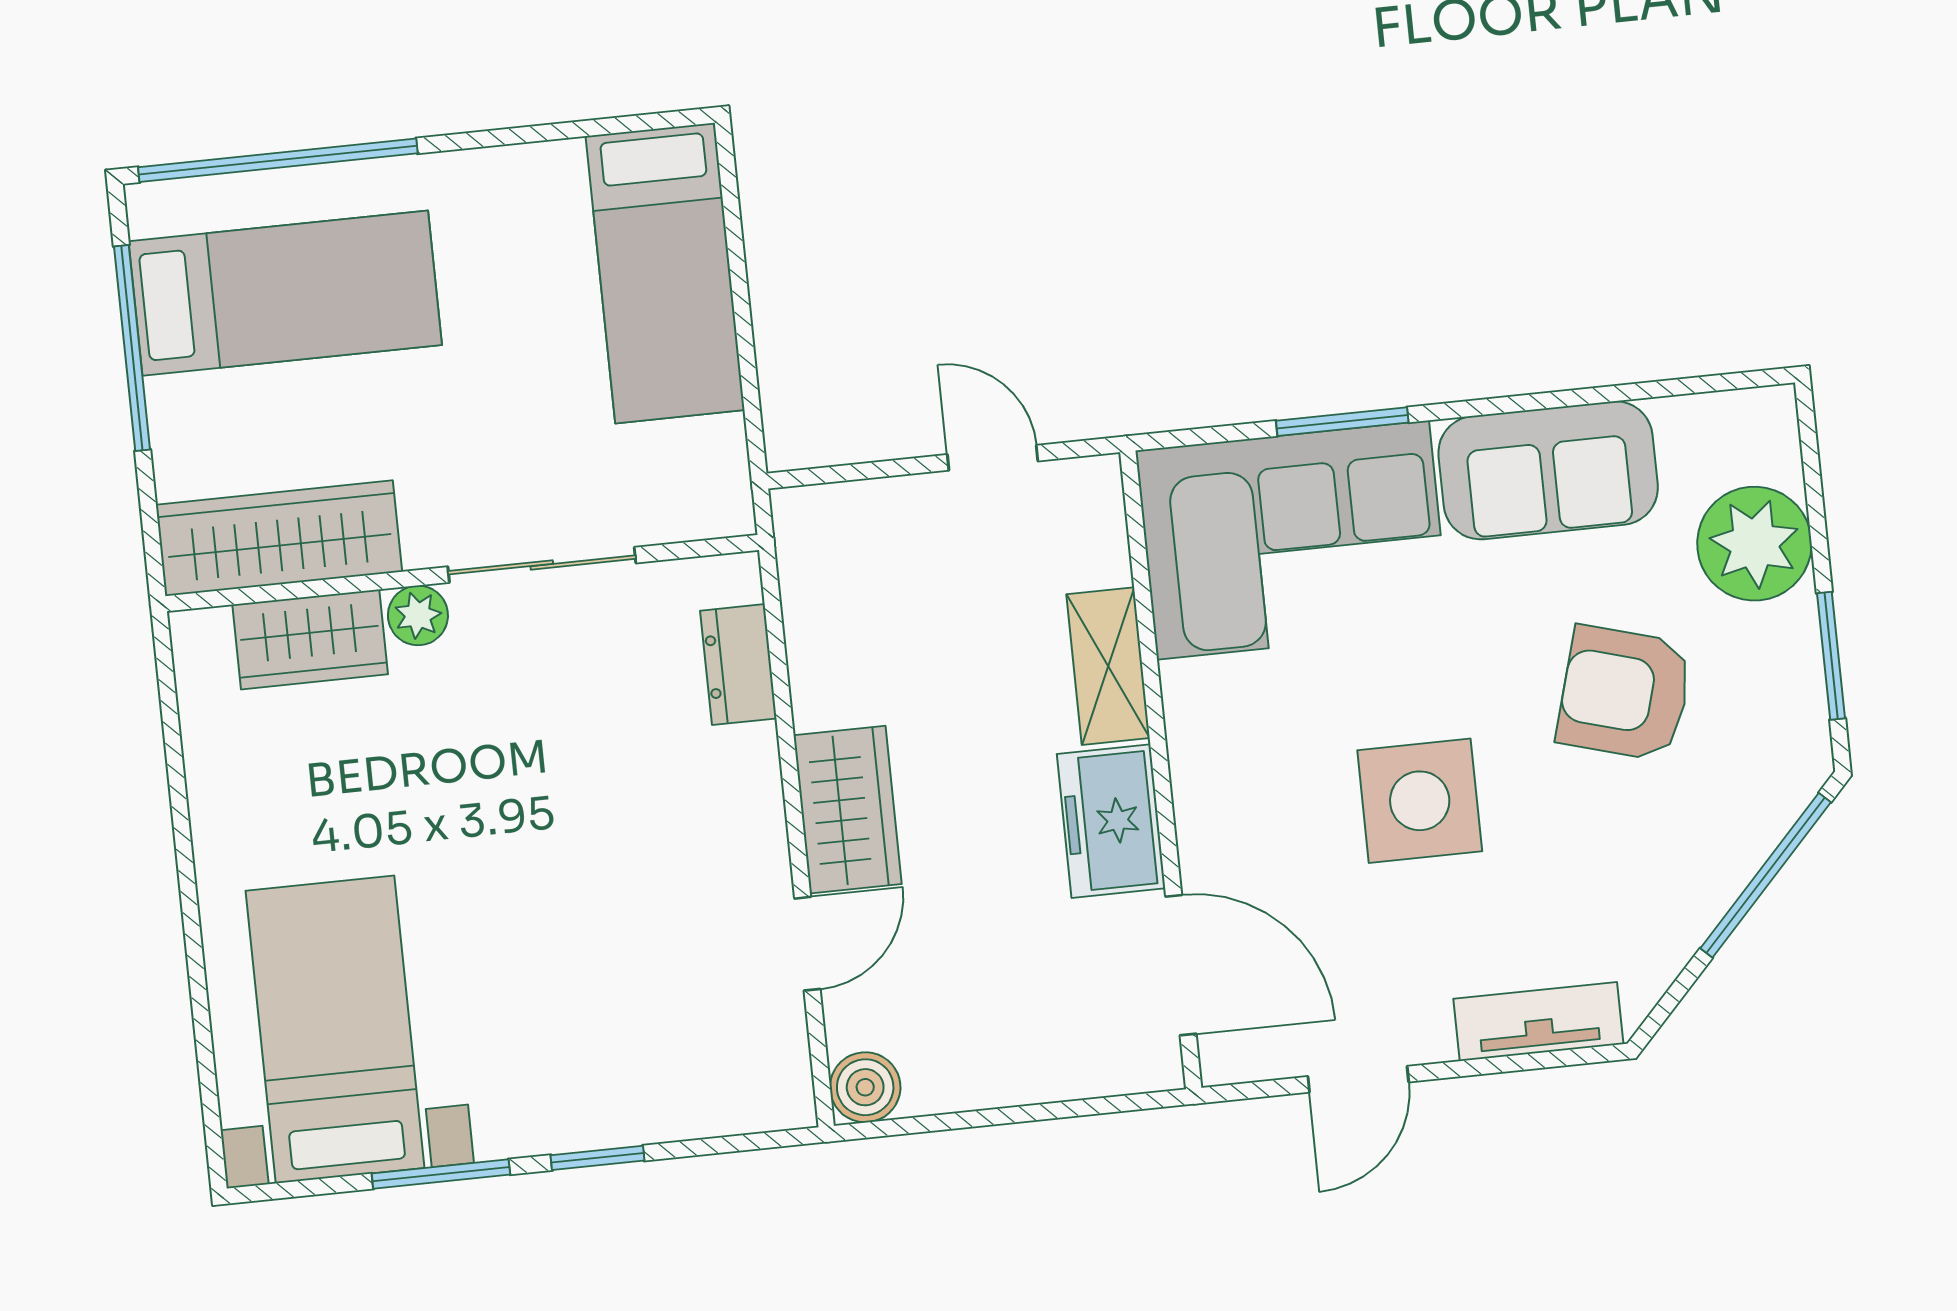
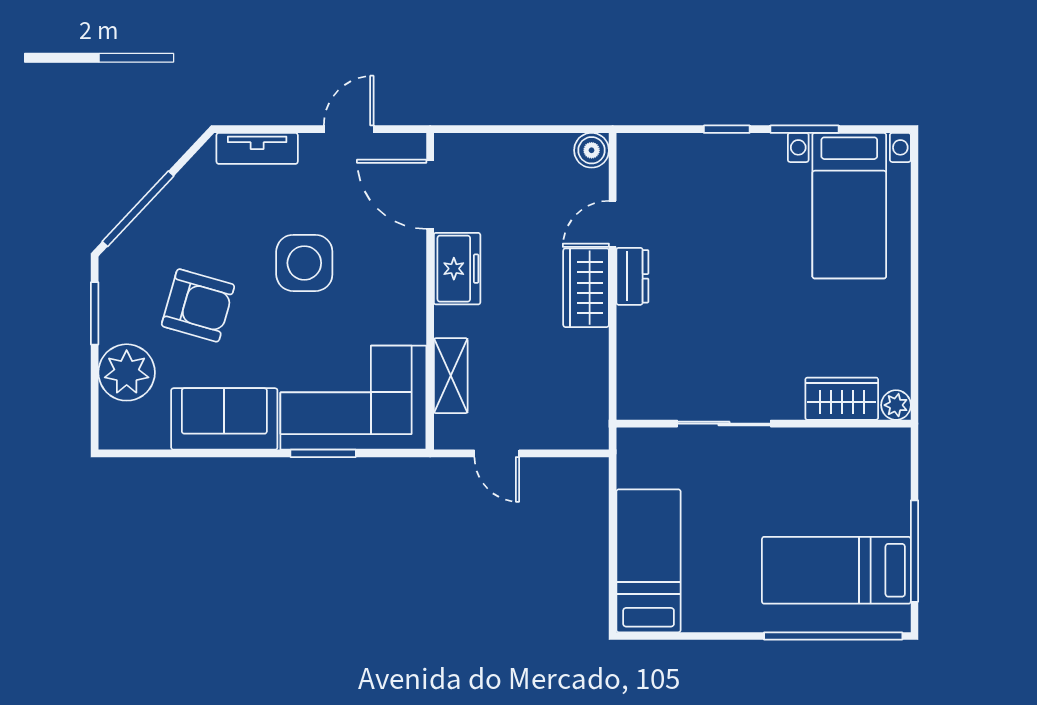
wardrobe: (279, 538) -> (852, 450), removed
plant: (418, 615) -> (896, 405), moved
dresser: (738, 665) -> (632, 276), moved
shelving: (1108, 666) -> (451, 376), moved

